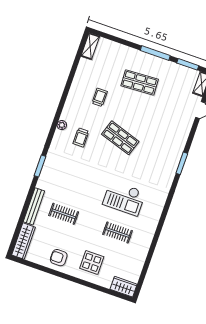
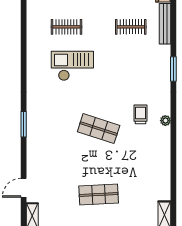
trolley: (100, 97) -> (136, 164), removed

